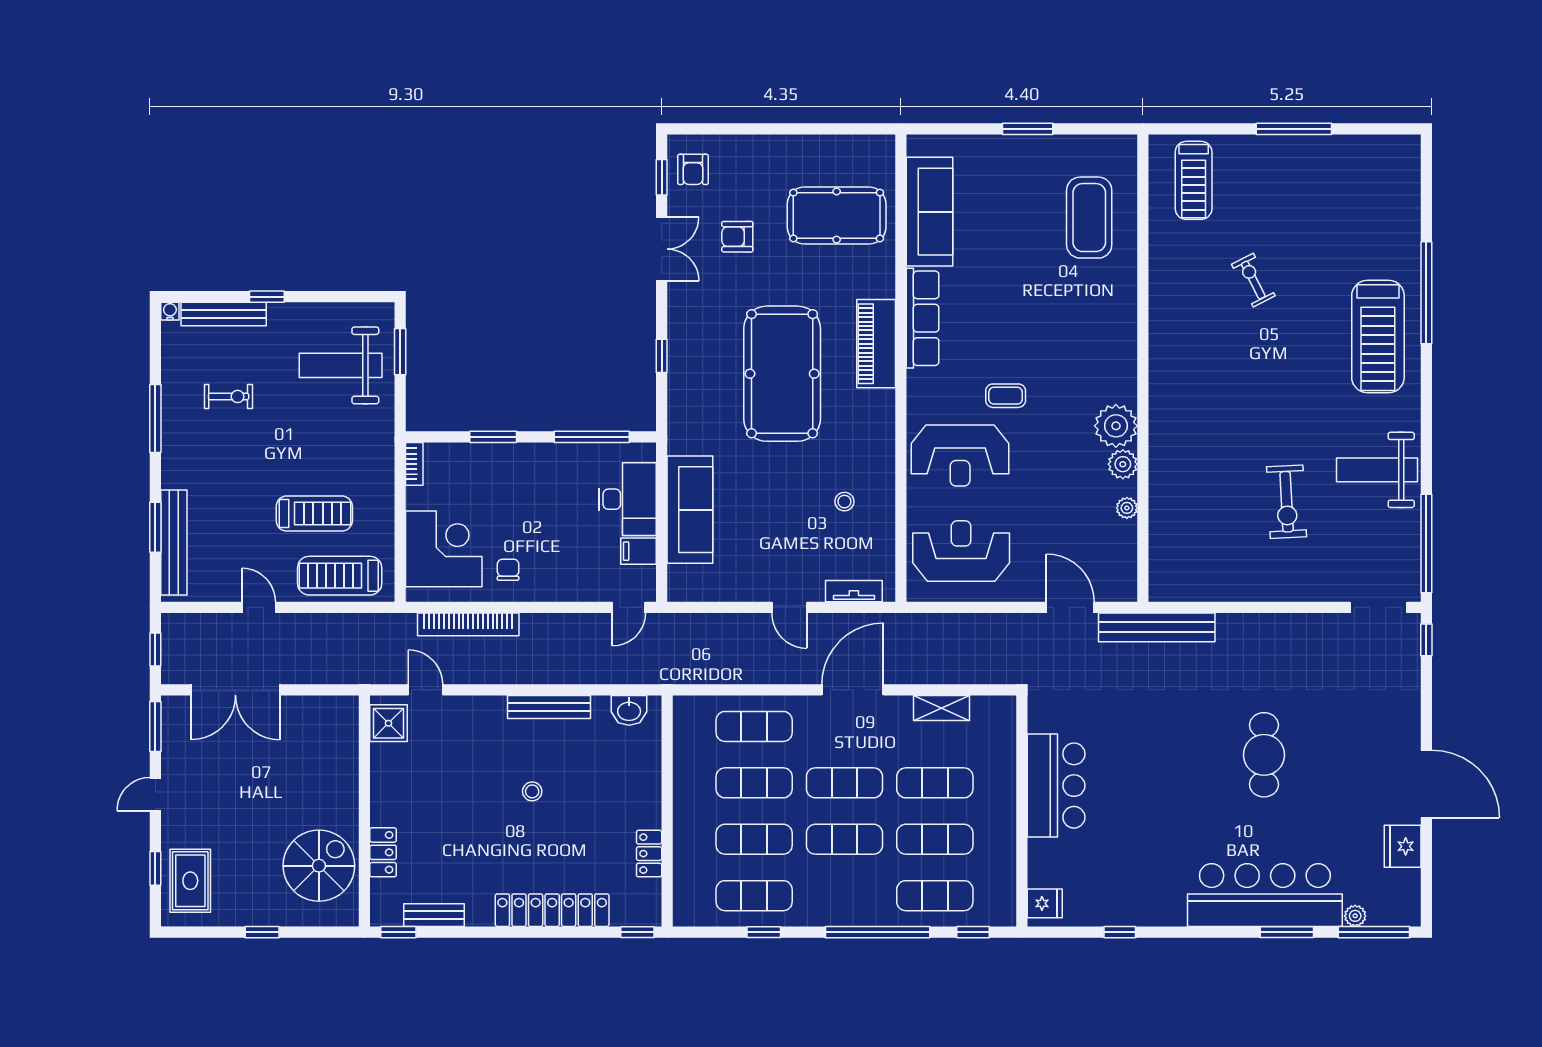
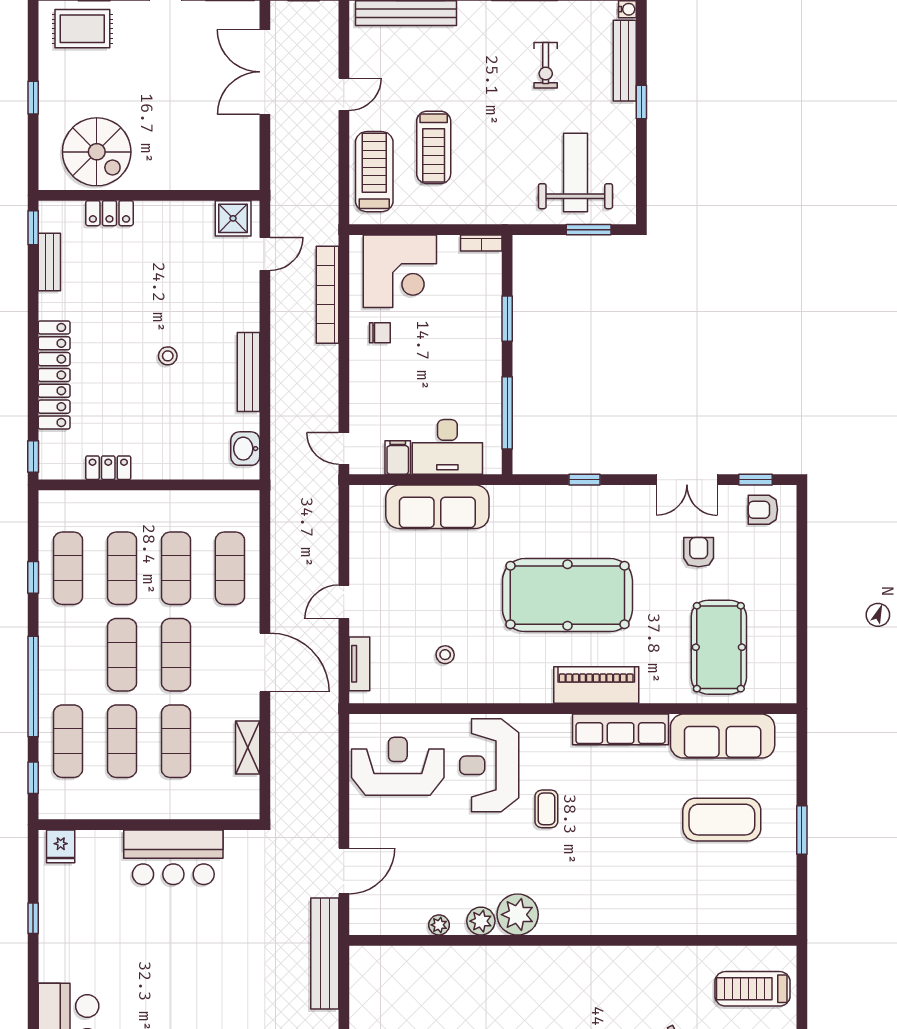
coffee table: (1089, 218) -> (722, 820), moved
reception desk: (961, 551) -> (398, 766), turned -90

